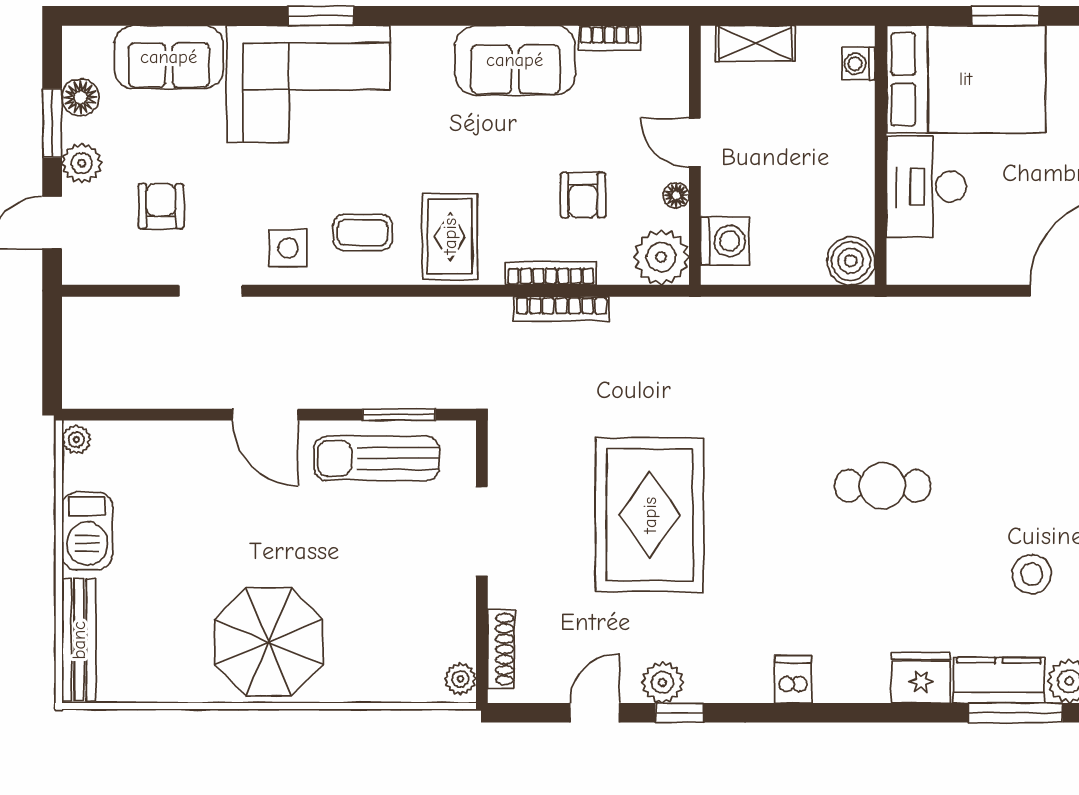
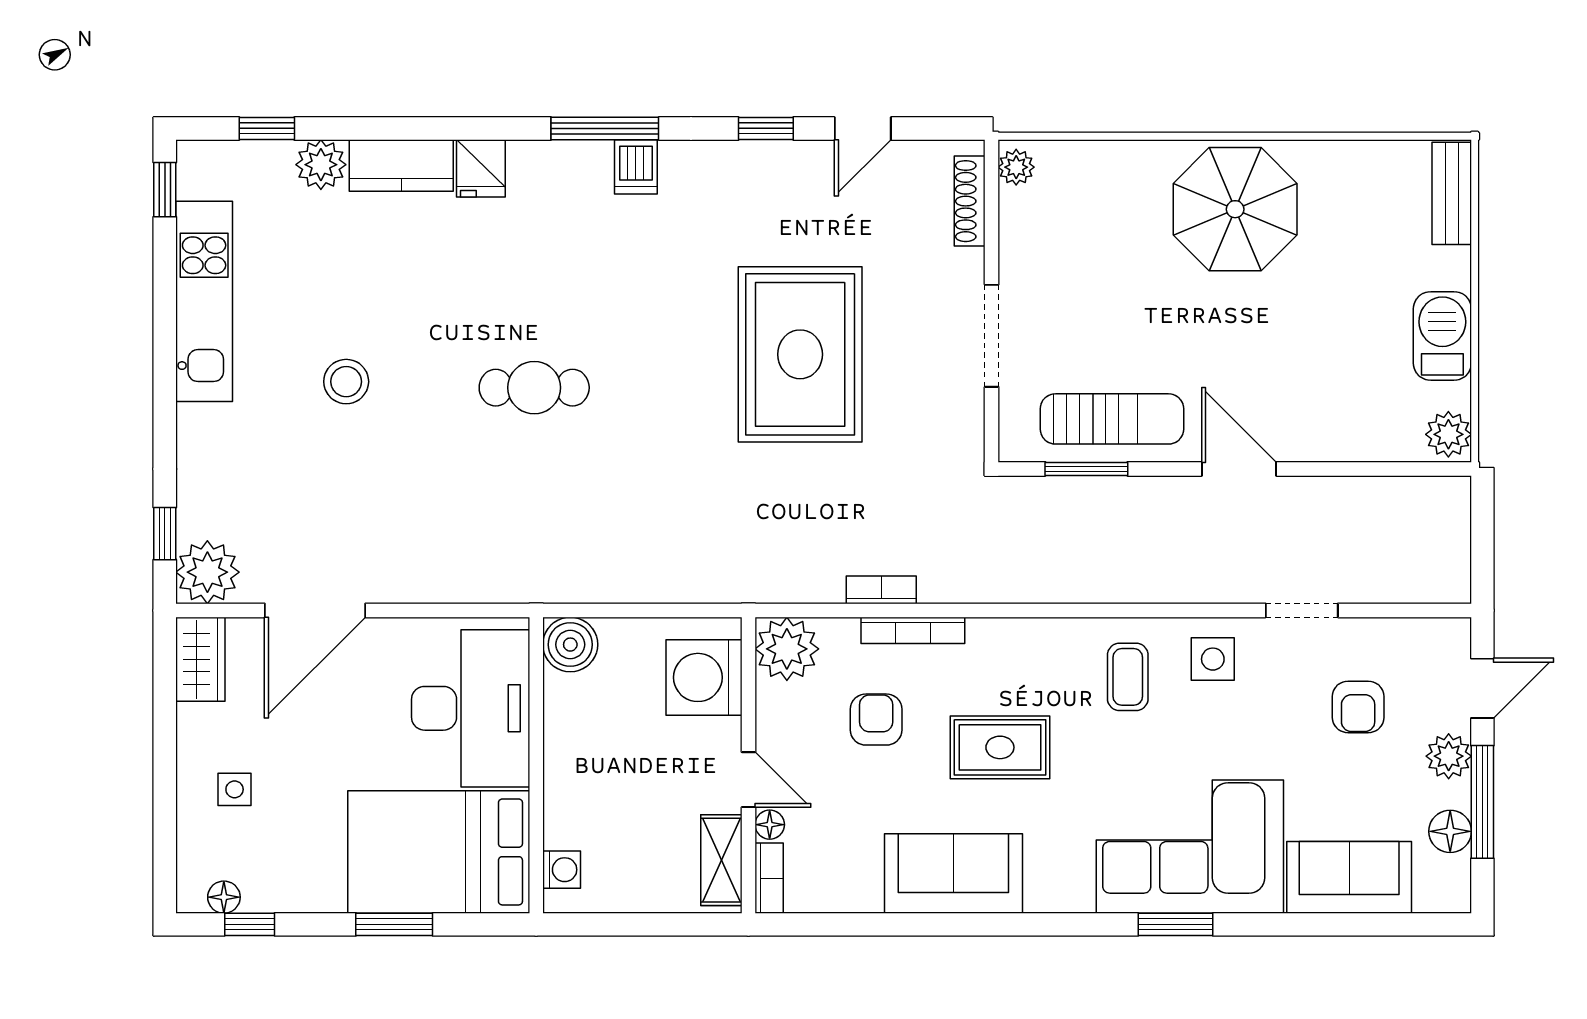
bookcase: (609, 38) -> (769, 878), moved, turned 90
shelving: (755, 43) -> (721, 860), moved, turned 90
window: (52, 123) -> (1482, 802), width x1.44
desk: (926, 187) -> (471, 708), width x1.36, depth x1.30
floor lamp: (676, 195) -> (770, 825), moved
coffee table: (363, 233) -> (1128, 677), turned 90
rug: (450, 236) -> (1000, 747), moved, turned 90
washing machine: (725, 241) -> (704, 677), width x1.37, depth x1.37
bookcase: (561, 309) -> (881, 590), width x0.64
plant: (76, 440) -> (1448, 434), width x1.38, depth x1.38
stool: (1032, 574) -> (346, 382), moved
bench: (79, 640) -> (1452, 193), width x0.73
fridge: (921, 678) -> (481, 168), width x0.72
plant: (662, 682) -> (785, 163), removed
window: (1015, 713) -> (605, 128), moved

